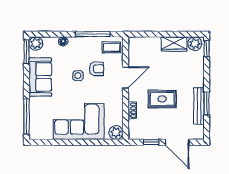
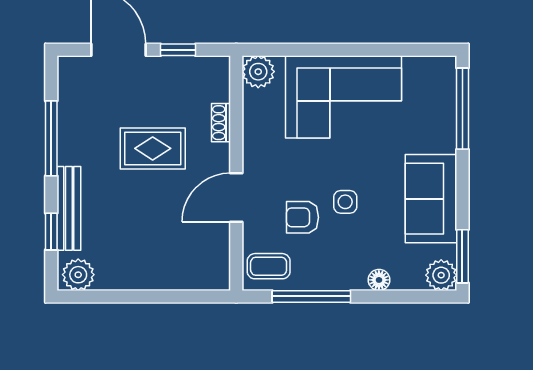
wardrobe: (174, 44) -> (125, 274), removed
window: (207, 49) -> (51, 232), moved
window: (207, 103) -> (51, 138), width x1.44
bench: (199, 106) -> (69, 208), moved

